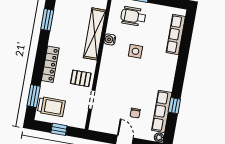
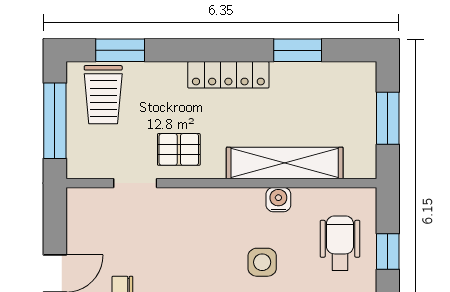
locker: (50, 64) -> (228, 75), moved
pallet: (81, 78) -> (179, 149), turned 90
window: (59, 129) -> (55, 121), width x2.17

